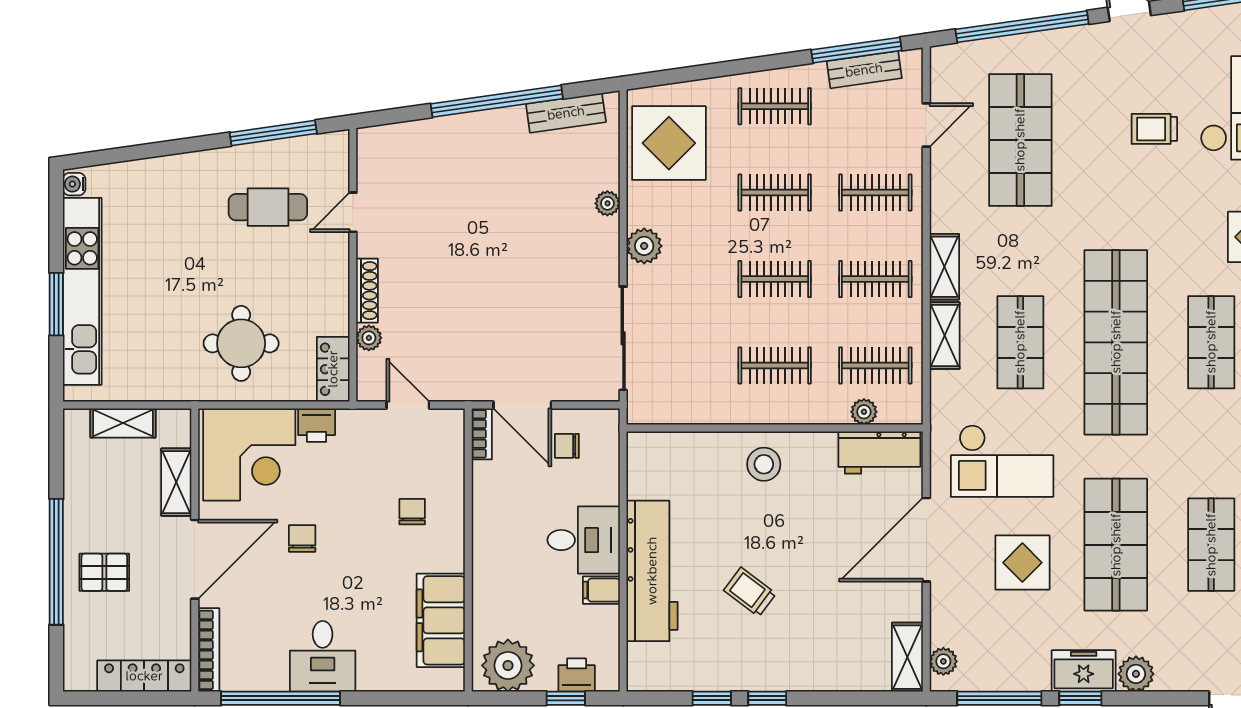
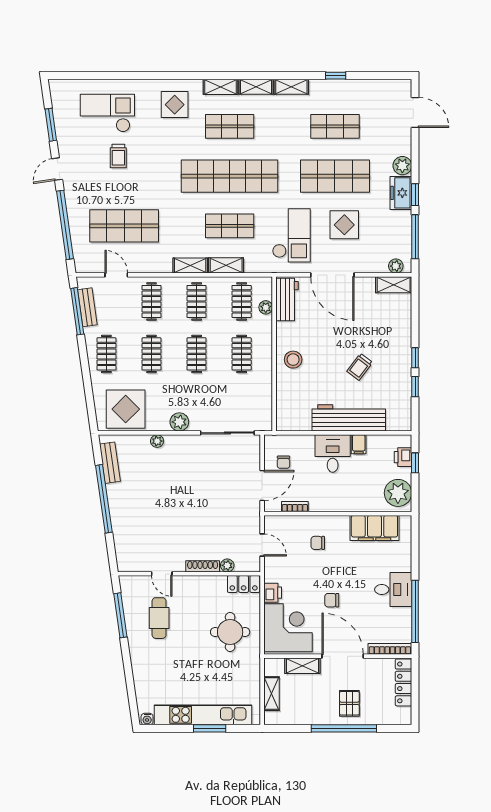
door: (408, 405) -> (262, 545), swing flipped
bookcase: (482, 434) -> (295, 507), moved

